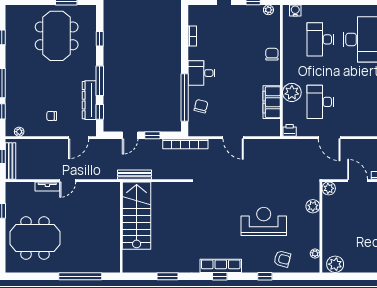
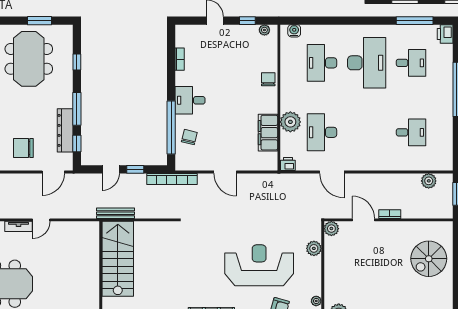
chair: (52, 116) -> (23, 148), width x1.87, depth x1.87
reception desk: (264, 221) -> (259, 265), width x1.36, depth x1.30

